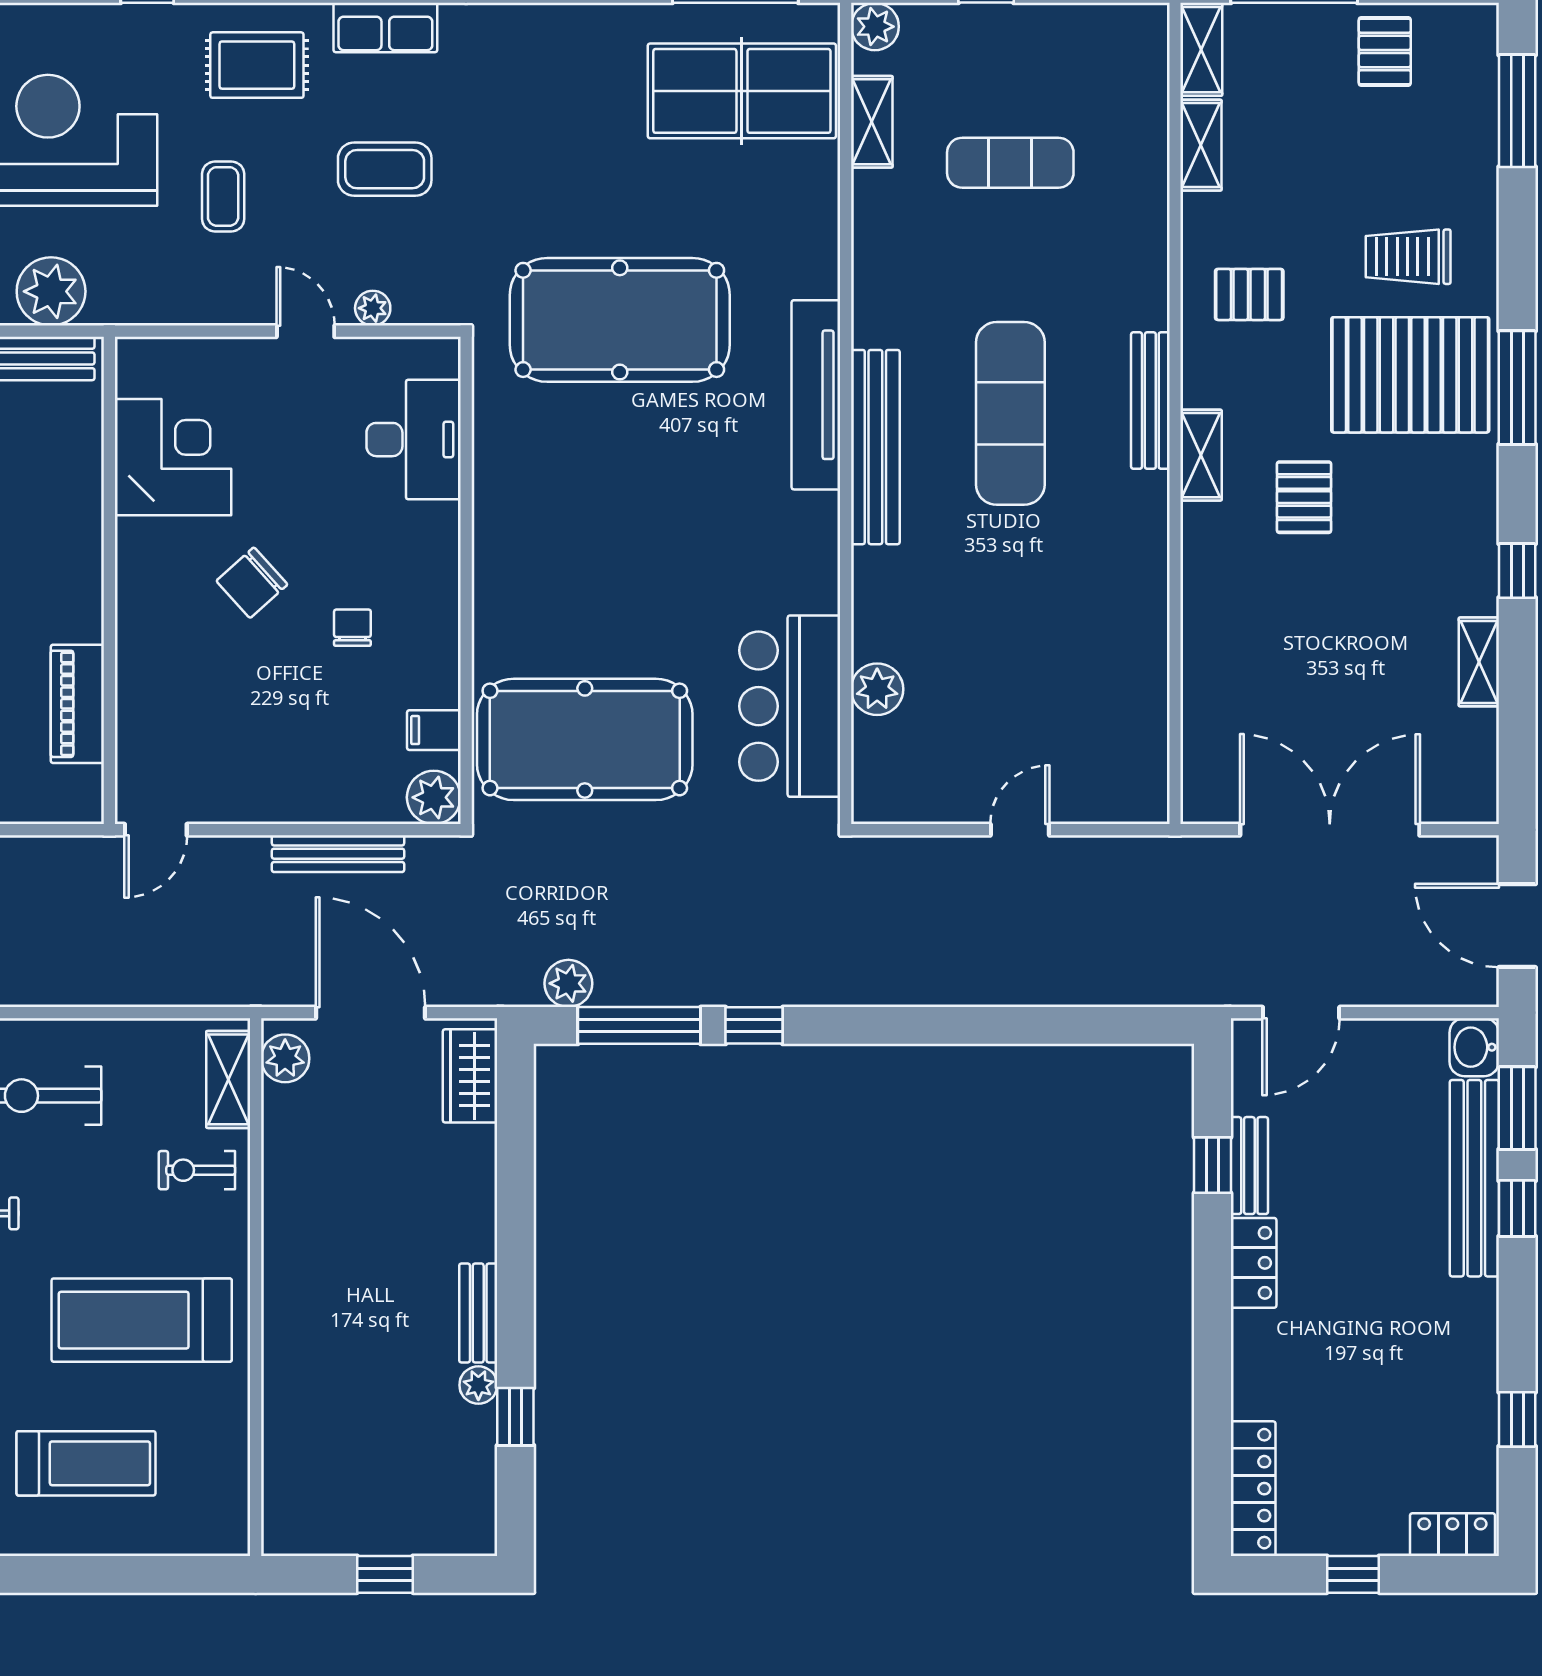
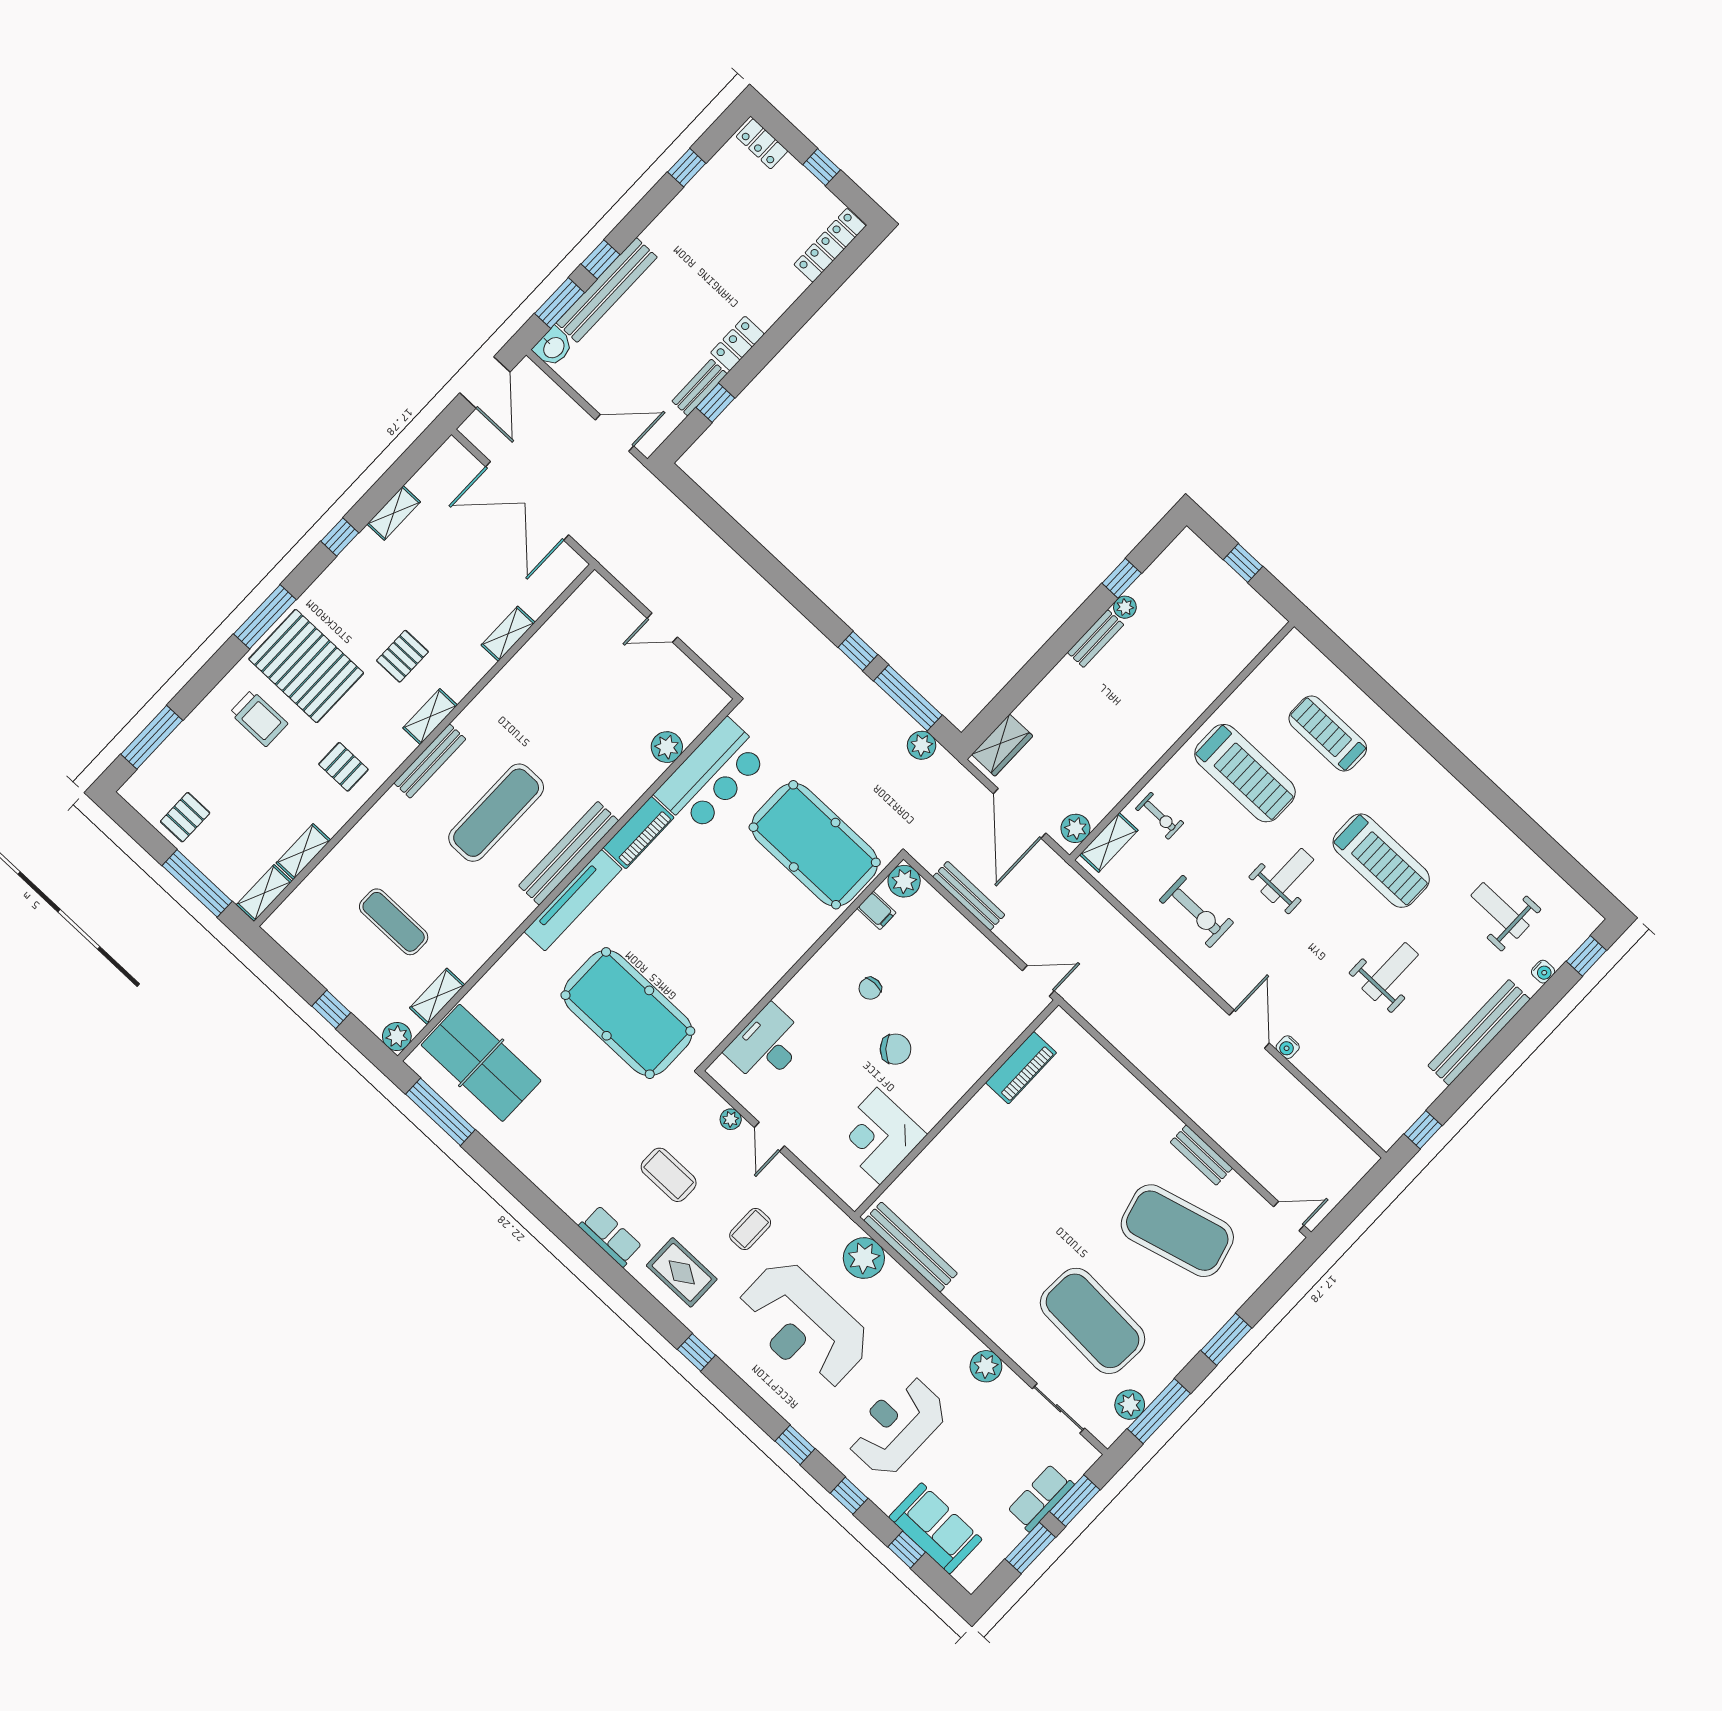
piano: (814, 552) -> (639, 833), added
shelving: (1201, 646) -> (508, 634), added

